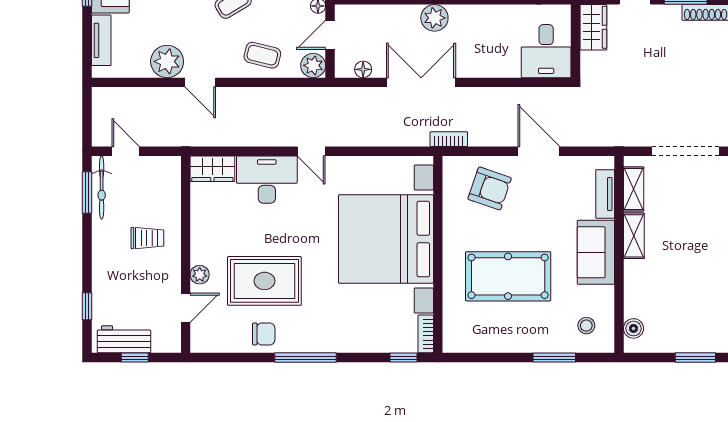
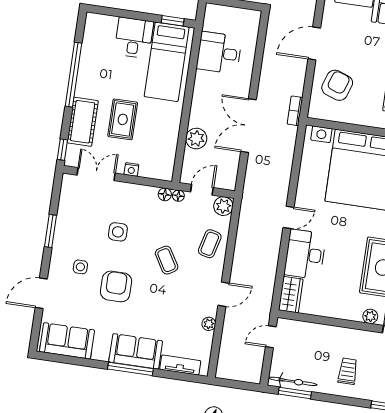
plant: (434, 18) -> (196, 139), moved
door: (330, 35) -> (202, 190), swing flipped
desk: (546, 51) -> (219, 53), moved, turned 180
plant: (167, 61) -> (209, 324), width x0.53, depth x0.53
floor lamp: (363, 69) -> (232, 168), removed
door: (126, 151) -> (271, 337), moved
trolley: (147, 238) -> (348, 371), moved

